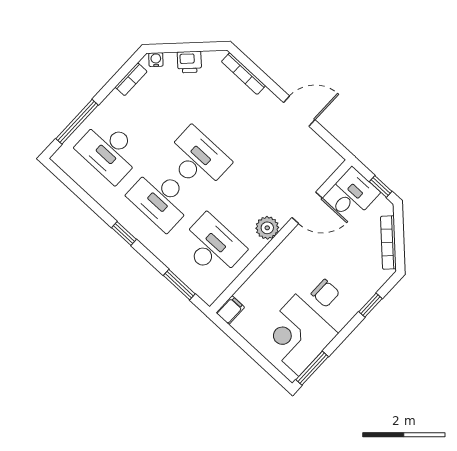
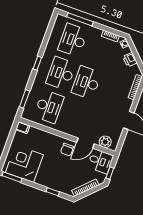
desk: (197, 159) -> (86, 83), turned 180
door: (307, 208) -> (85, 143), hinge flipped
plant: (267, 228) -> (105, 142), moved
chair: (325, 293) -> (67, 150), moved

